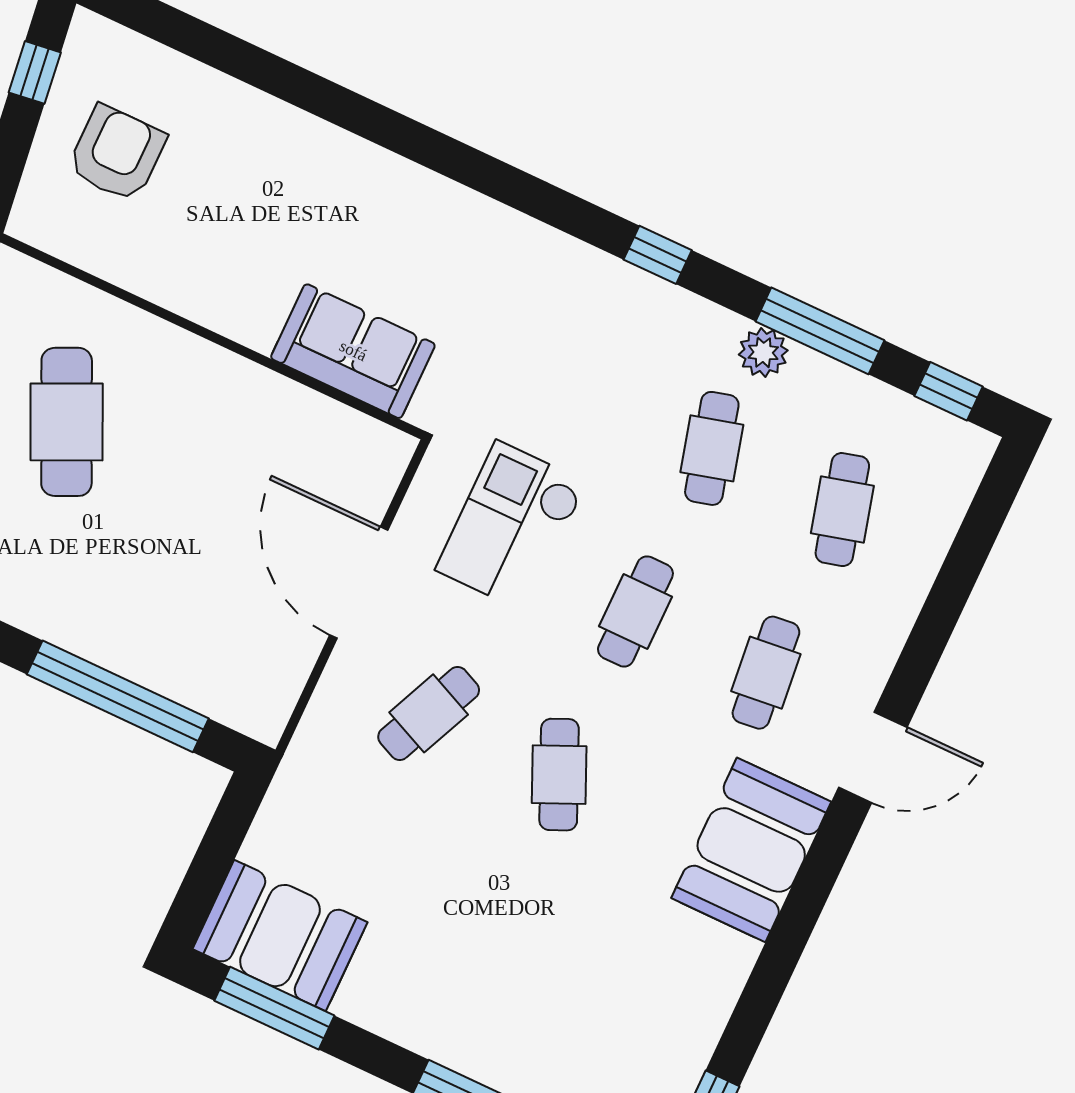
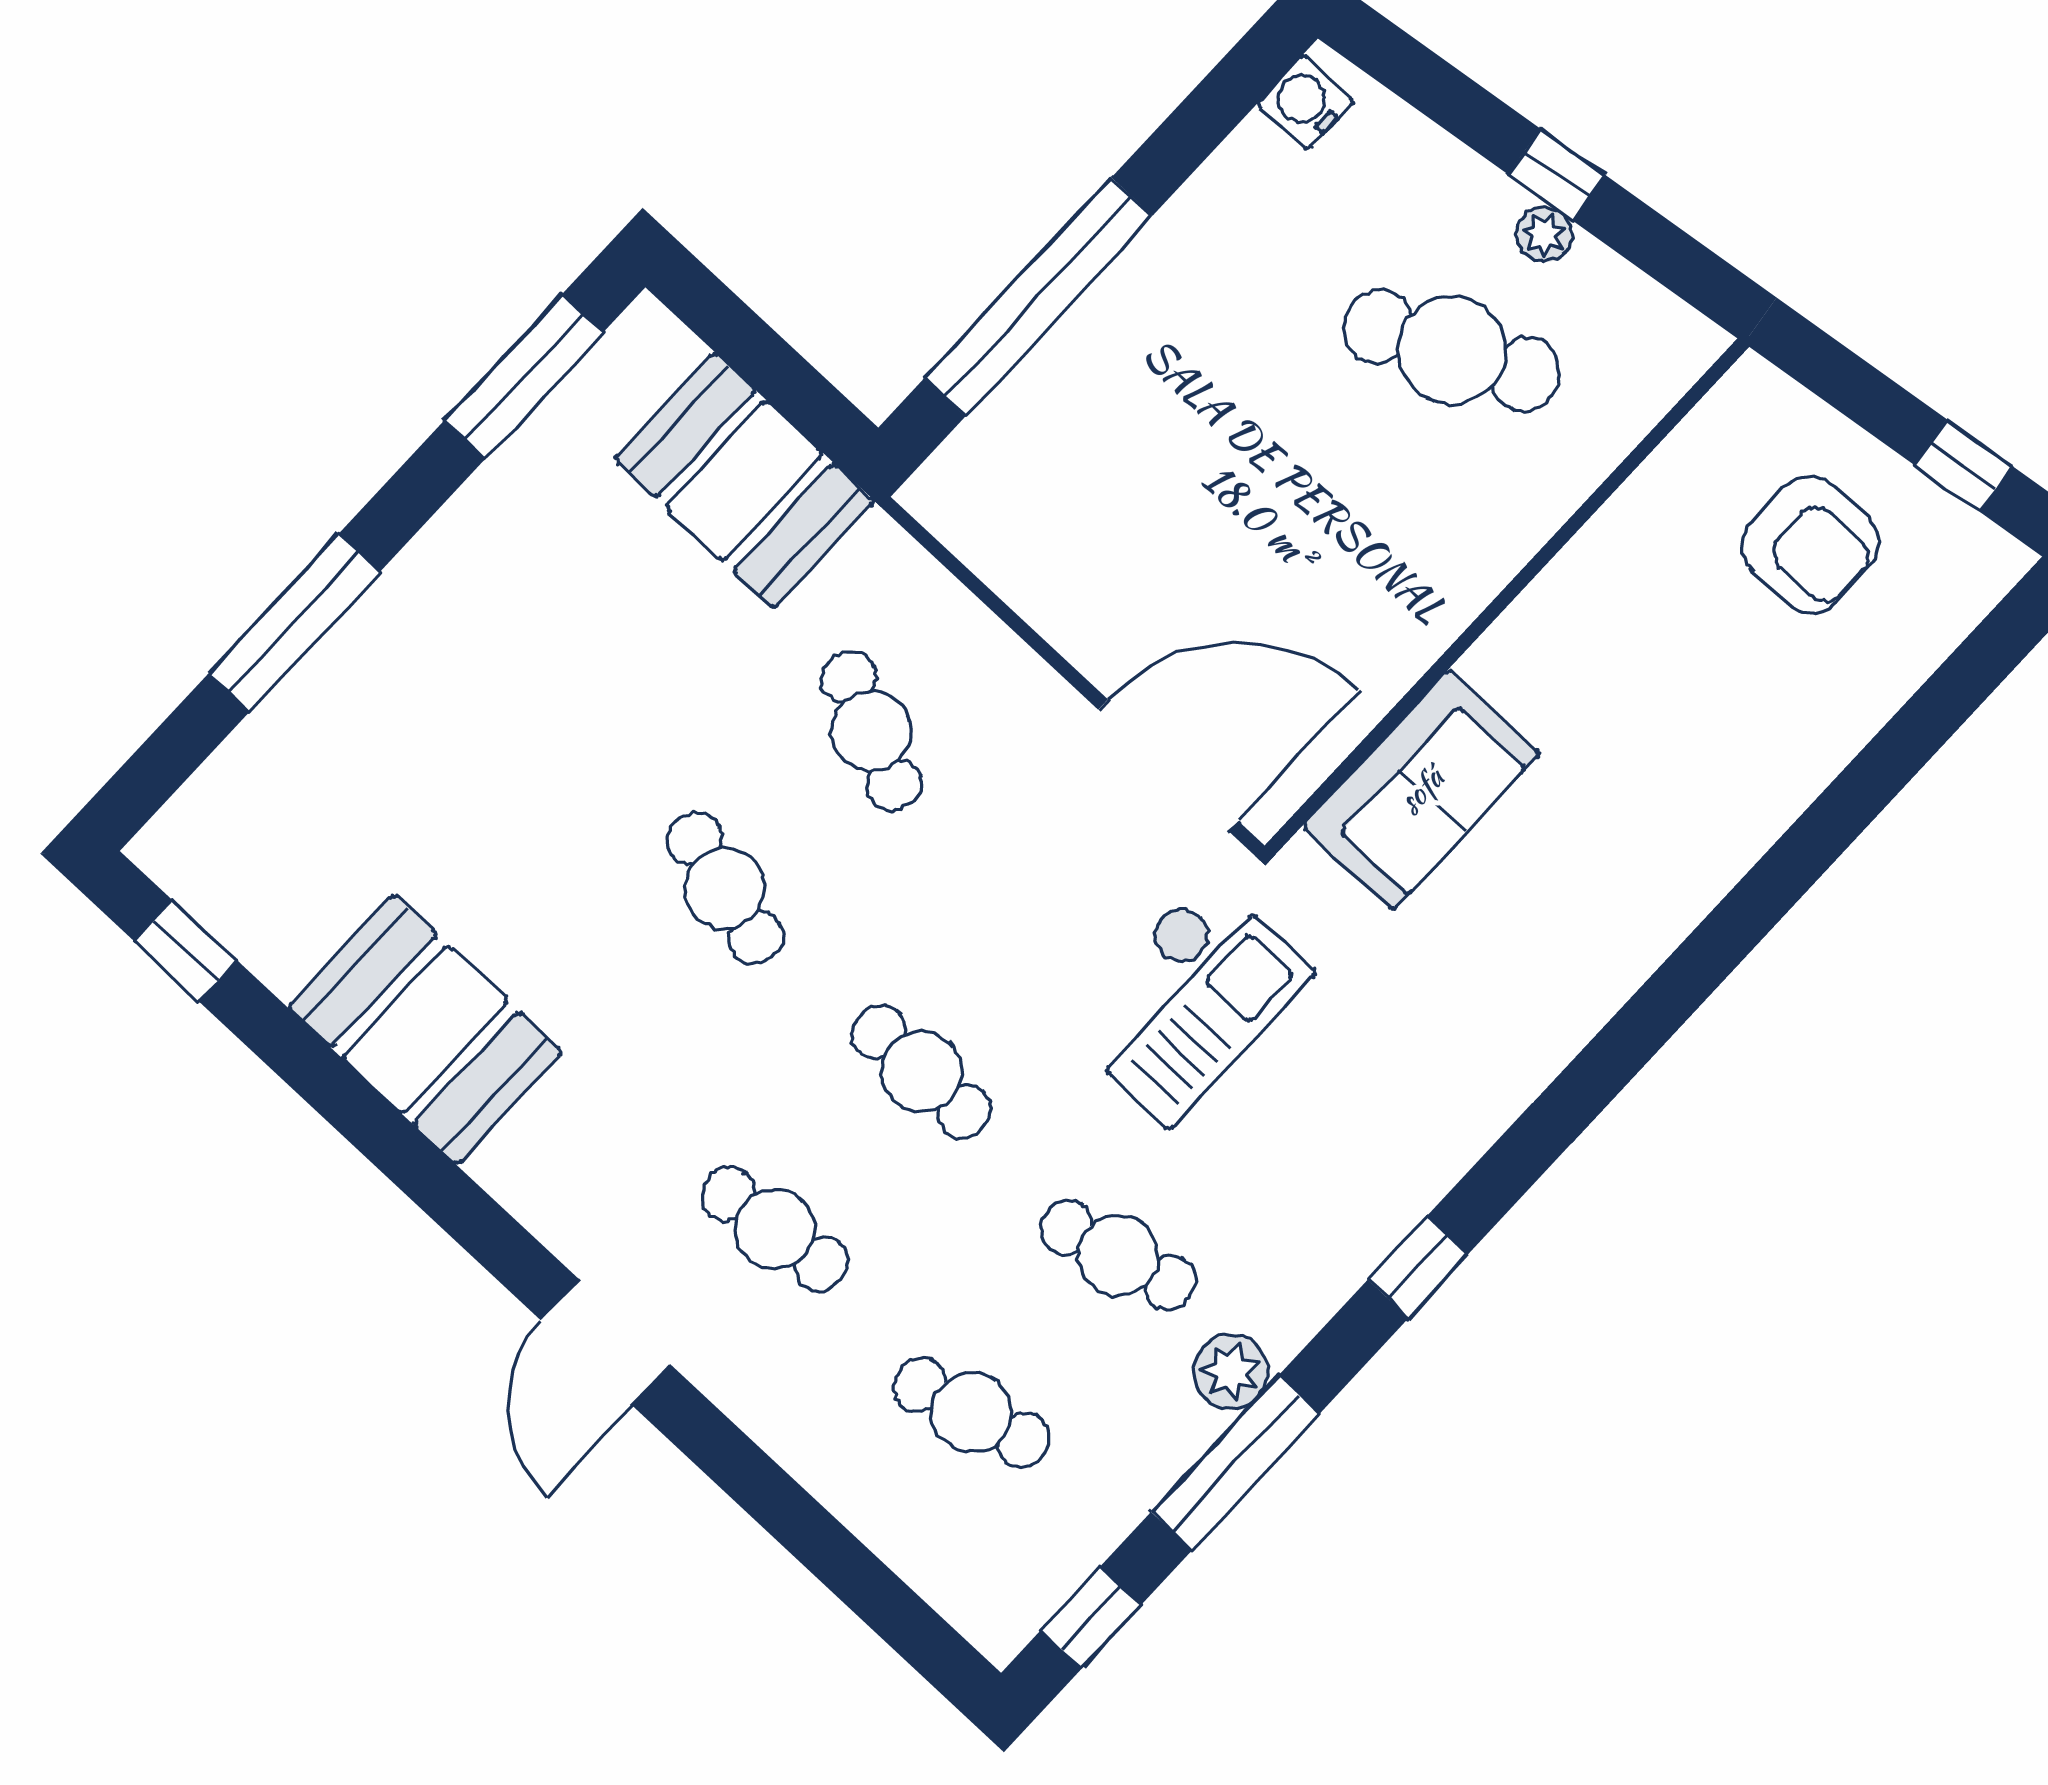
checkout: (511, 526) -> (1187, 1000), moved, turned 90
door: (359, 583) -> (1168, 765), moved
cafe table: (559, 775) -> (725, 888), turned 39
booth: (751, 850) -> (425, 1029), moved
booth: (280, 936) -> (744, 480), moved, turned 90

